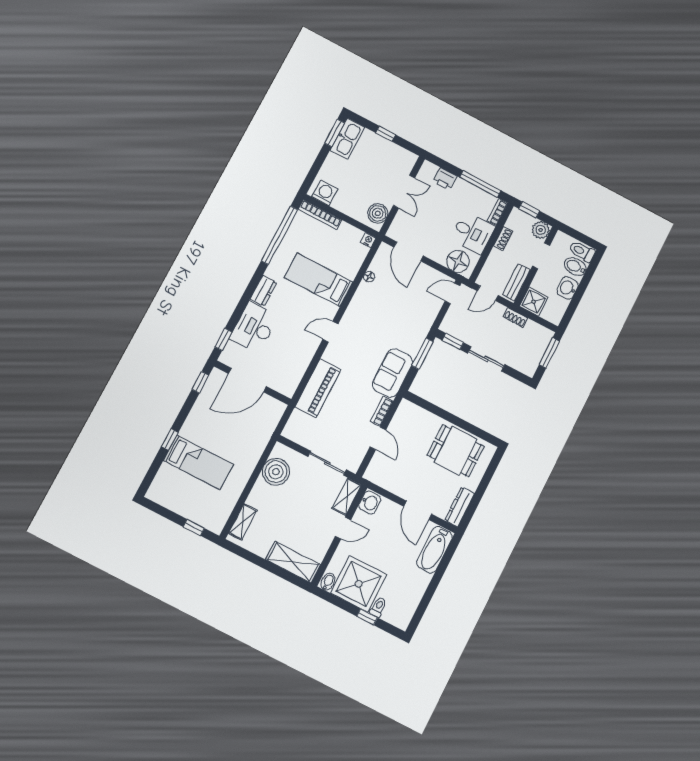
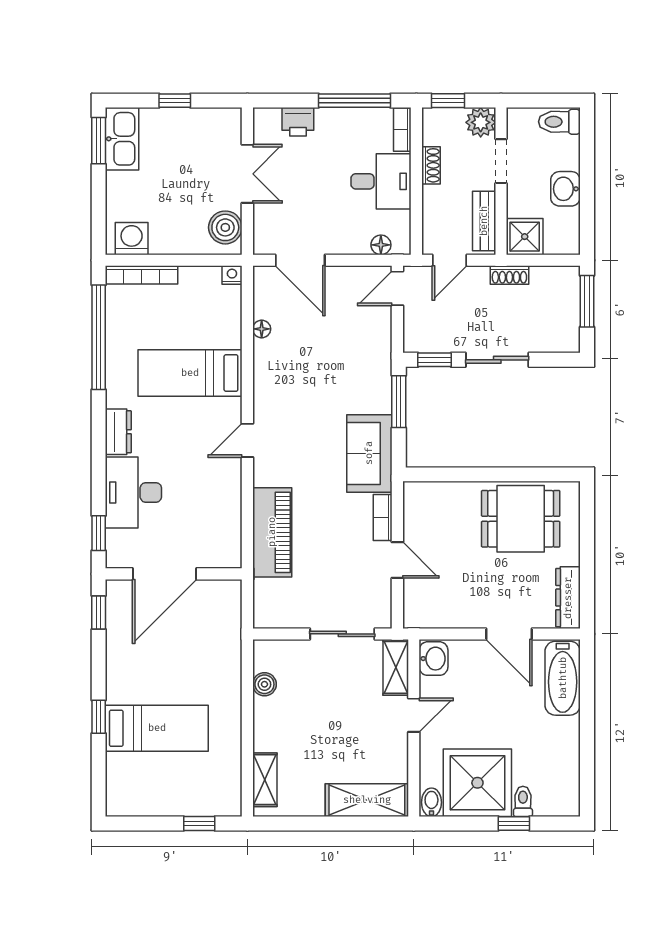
floor lamp: (458, 261) -> (381, 245), width x0.53, depth x0.53
bidet: (575, 266) -> (561, 150), removed
boiler: (276, 472) -> (264, 684), width x0.54, depth x0.54

